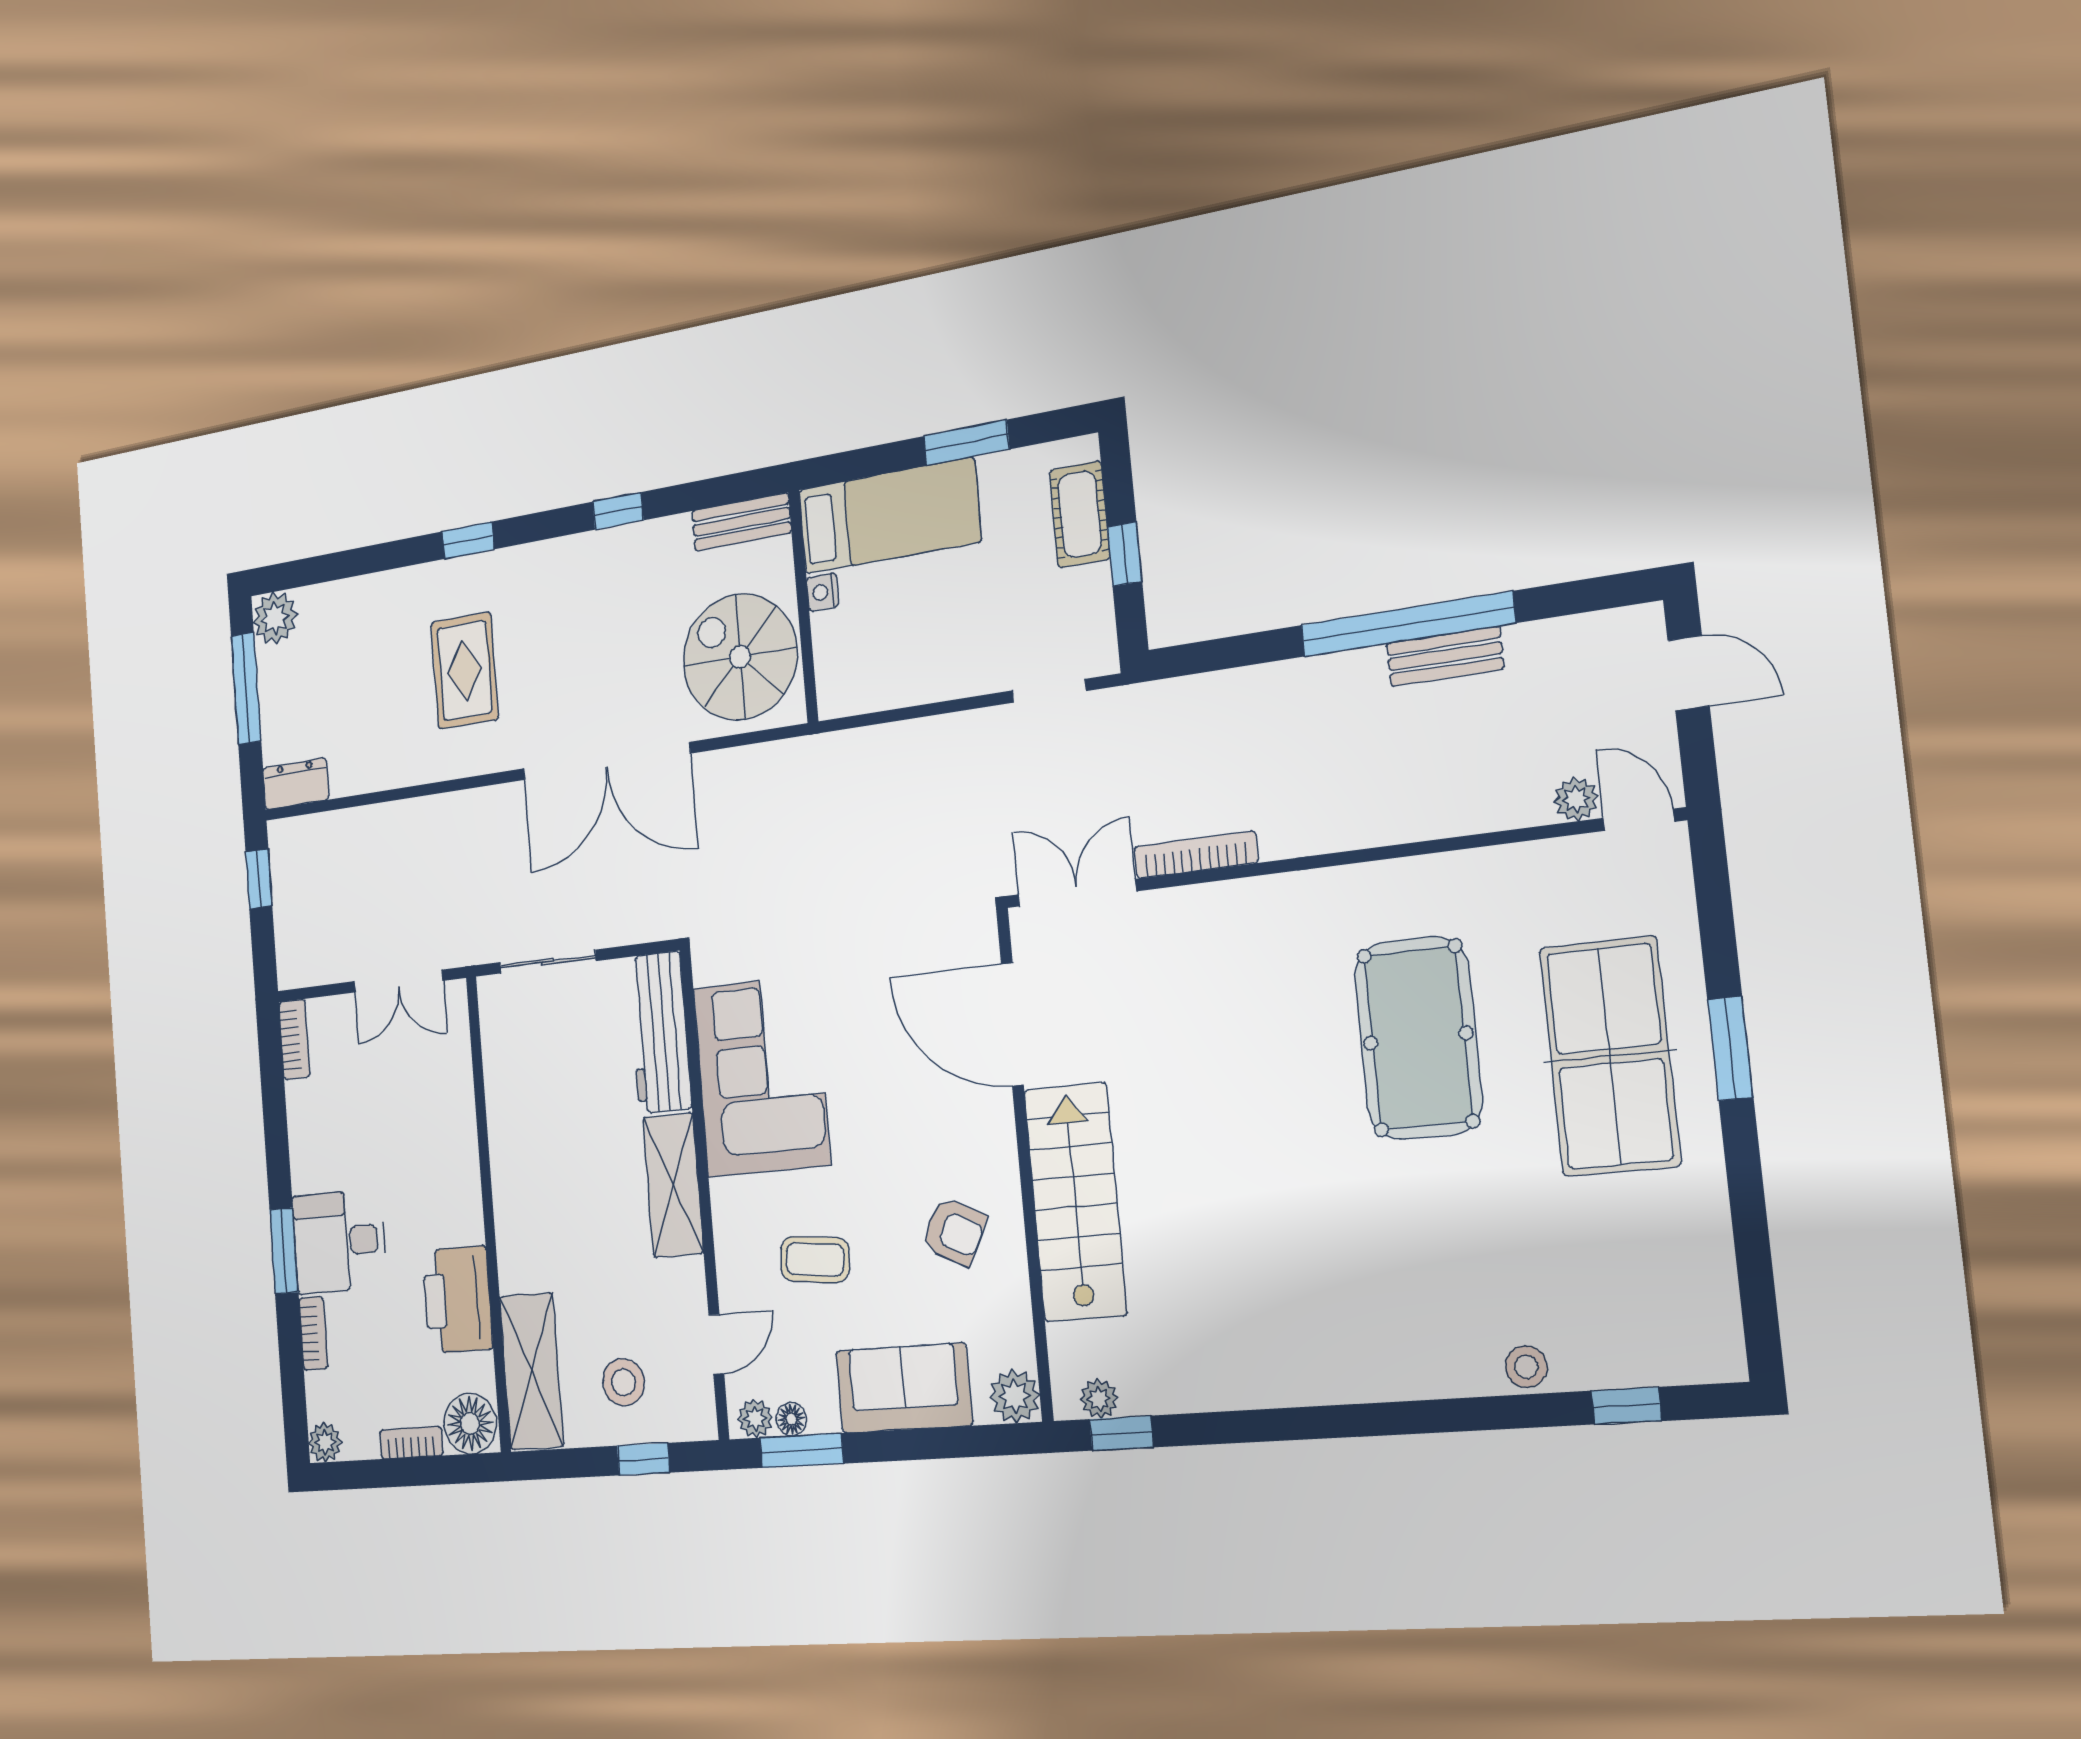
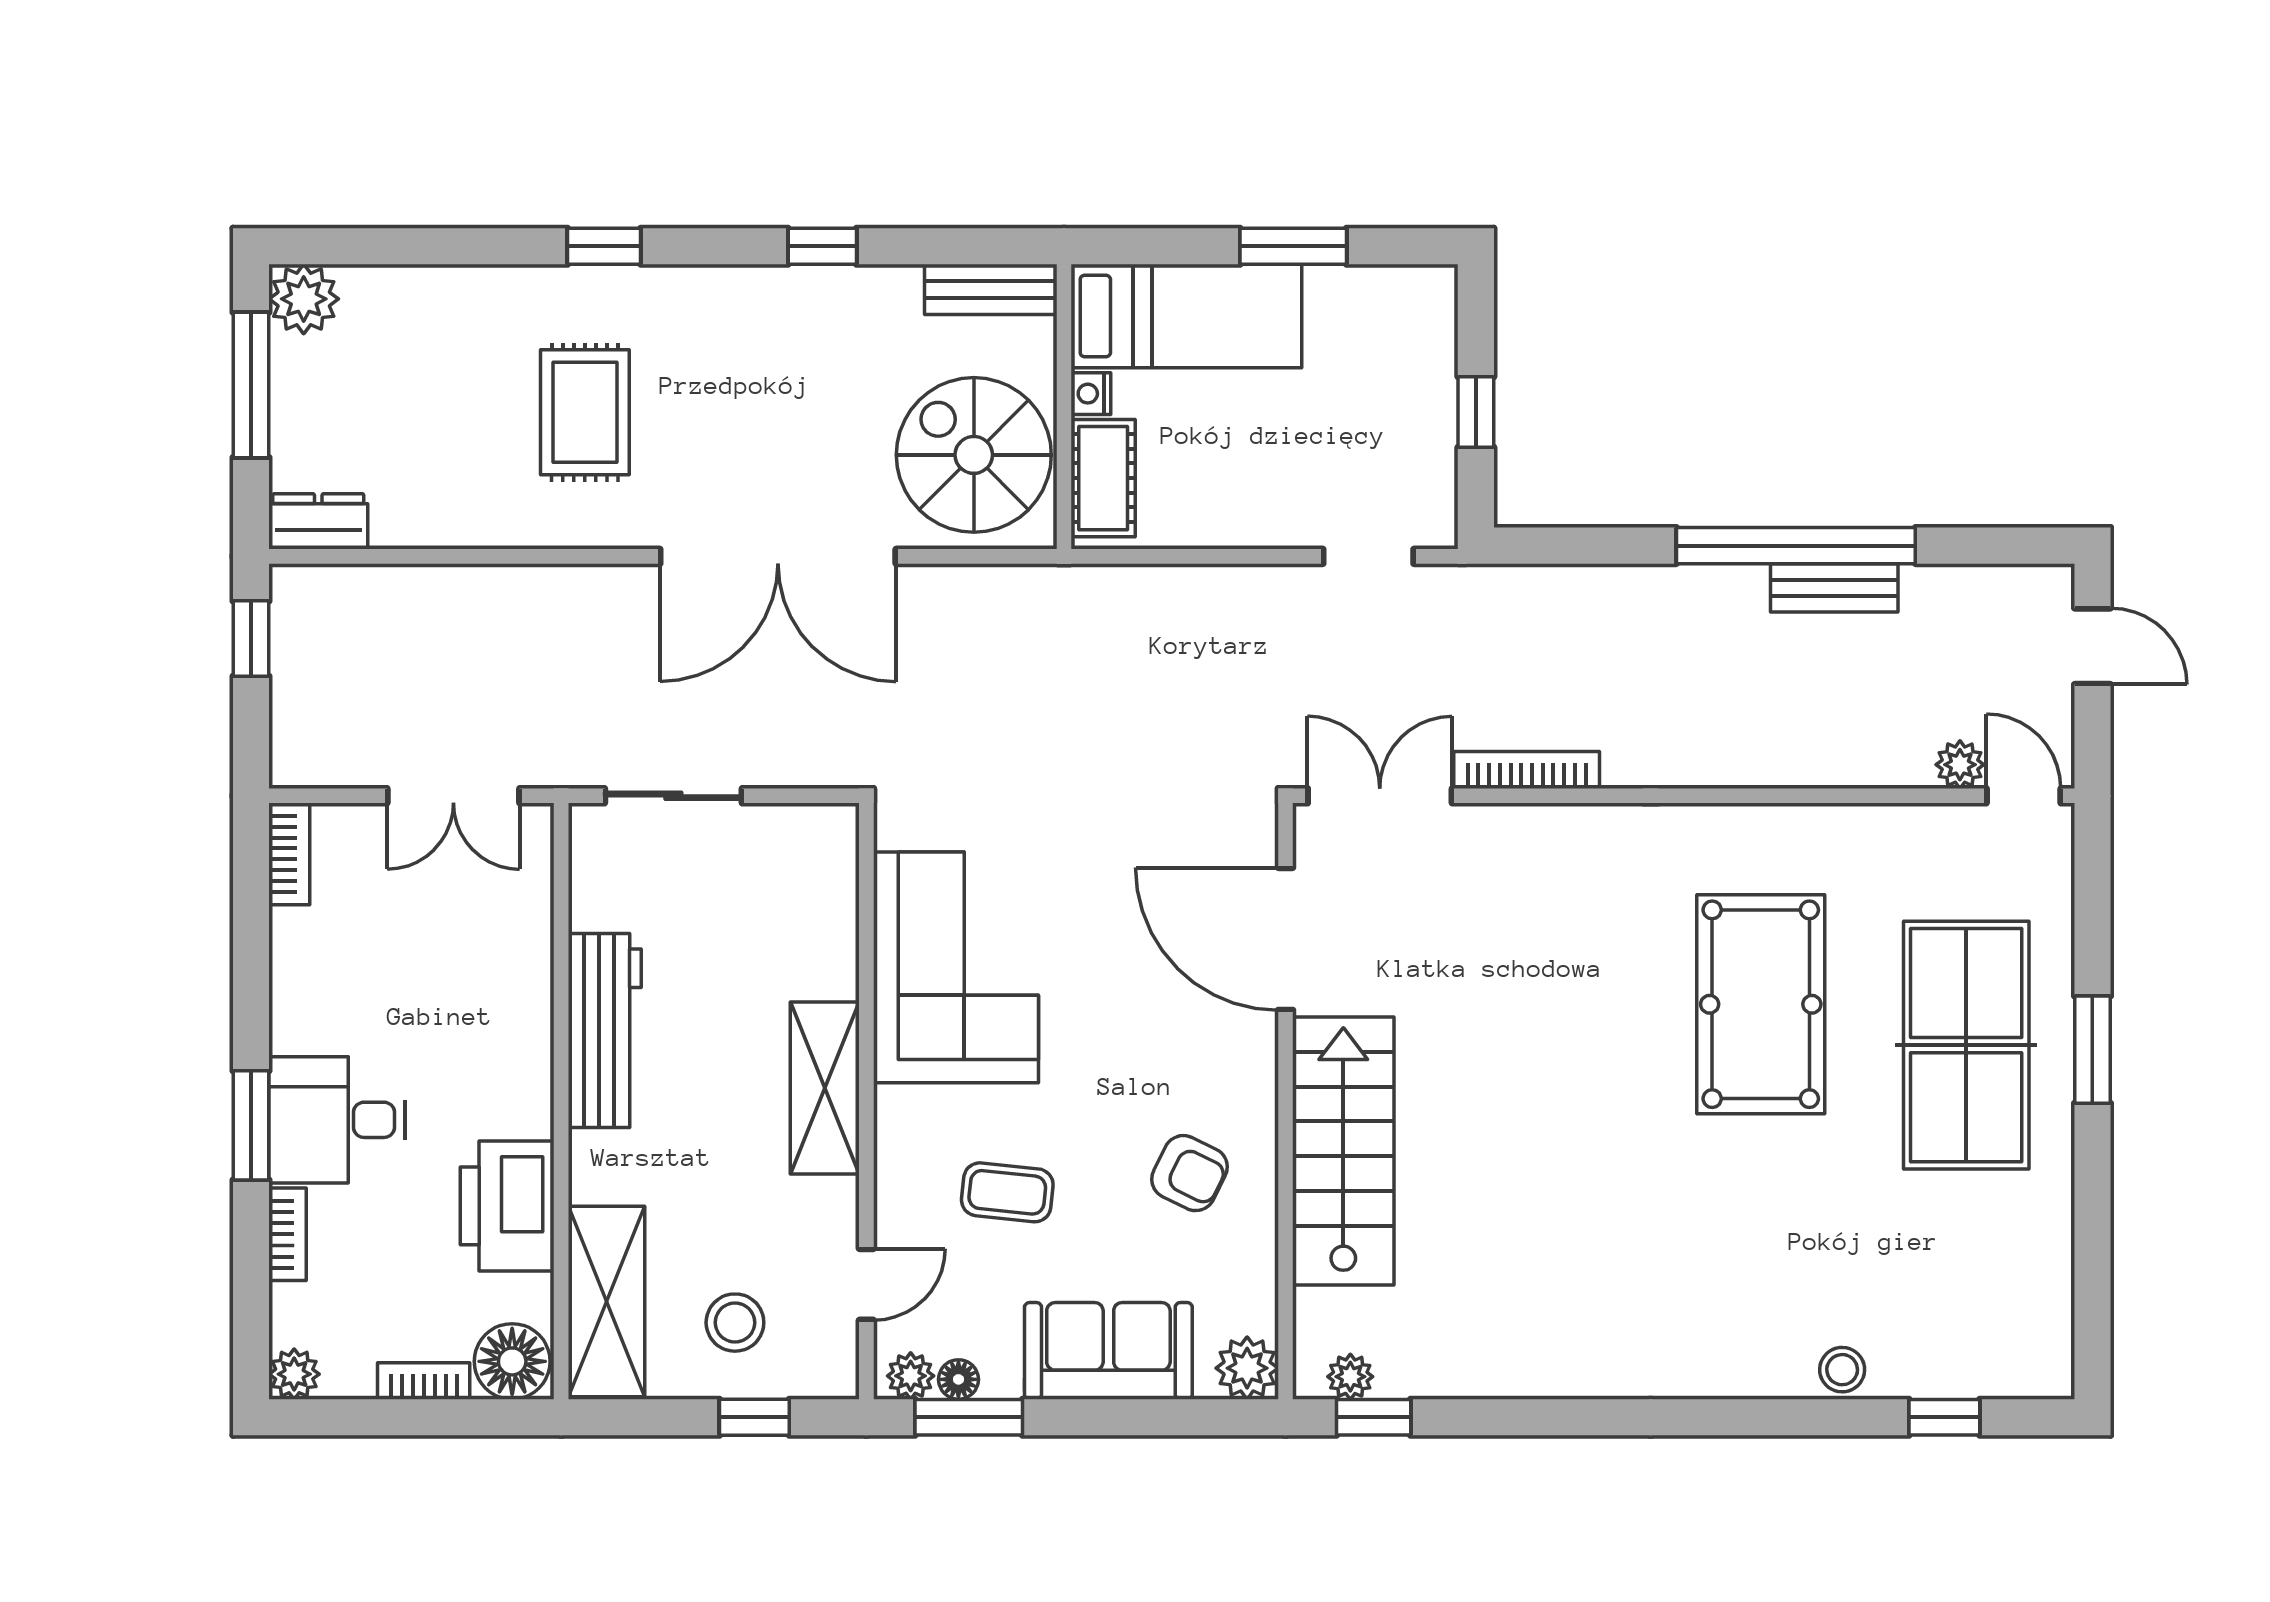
cot: (1080, 514) -> (1103, 478), moved
workbench: (660, 1032) -> (605, 1030), moved, turned 180

